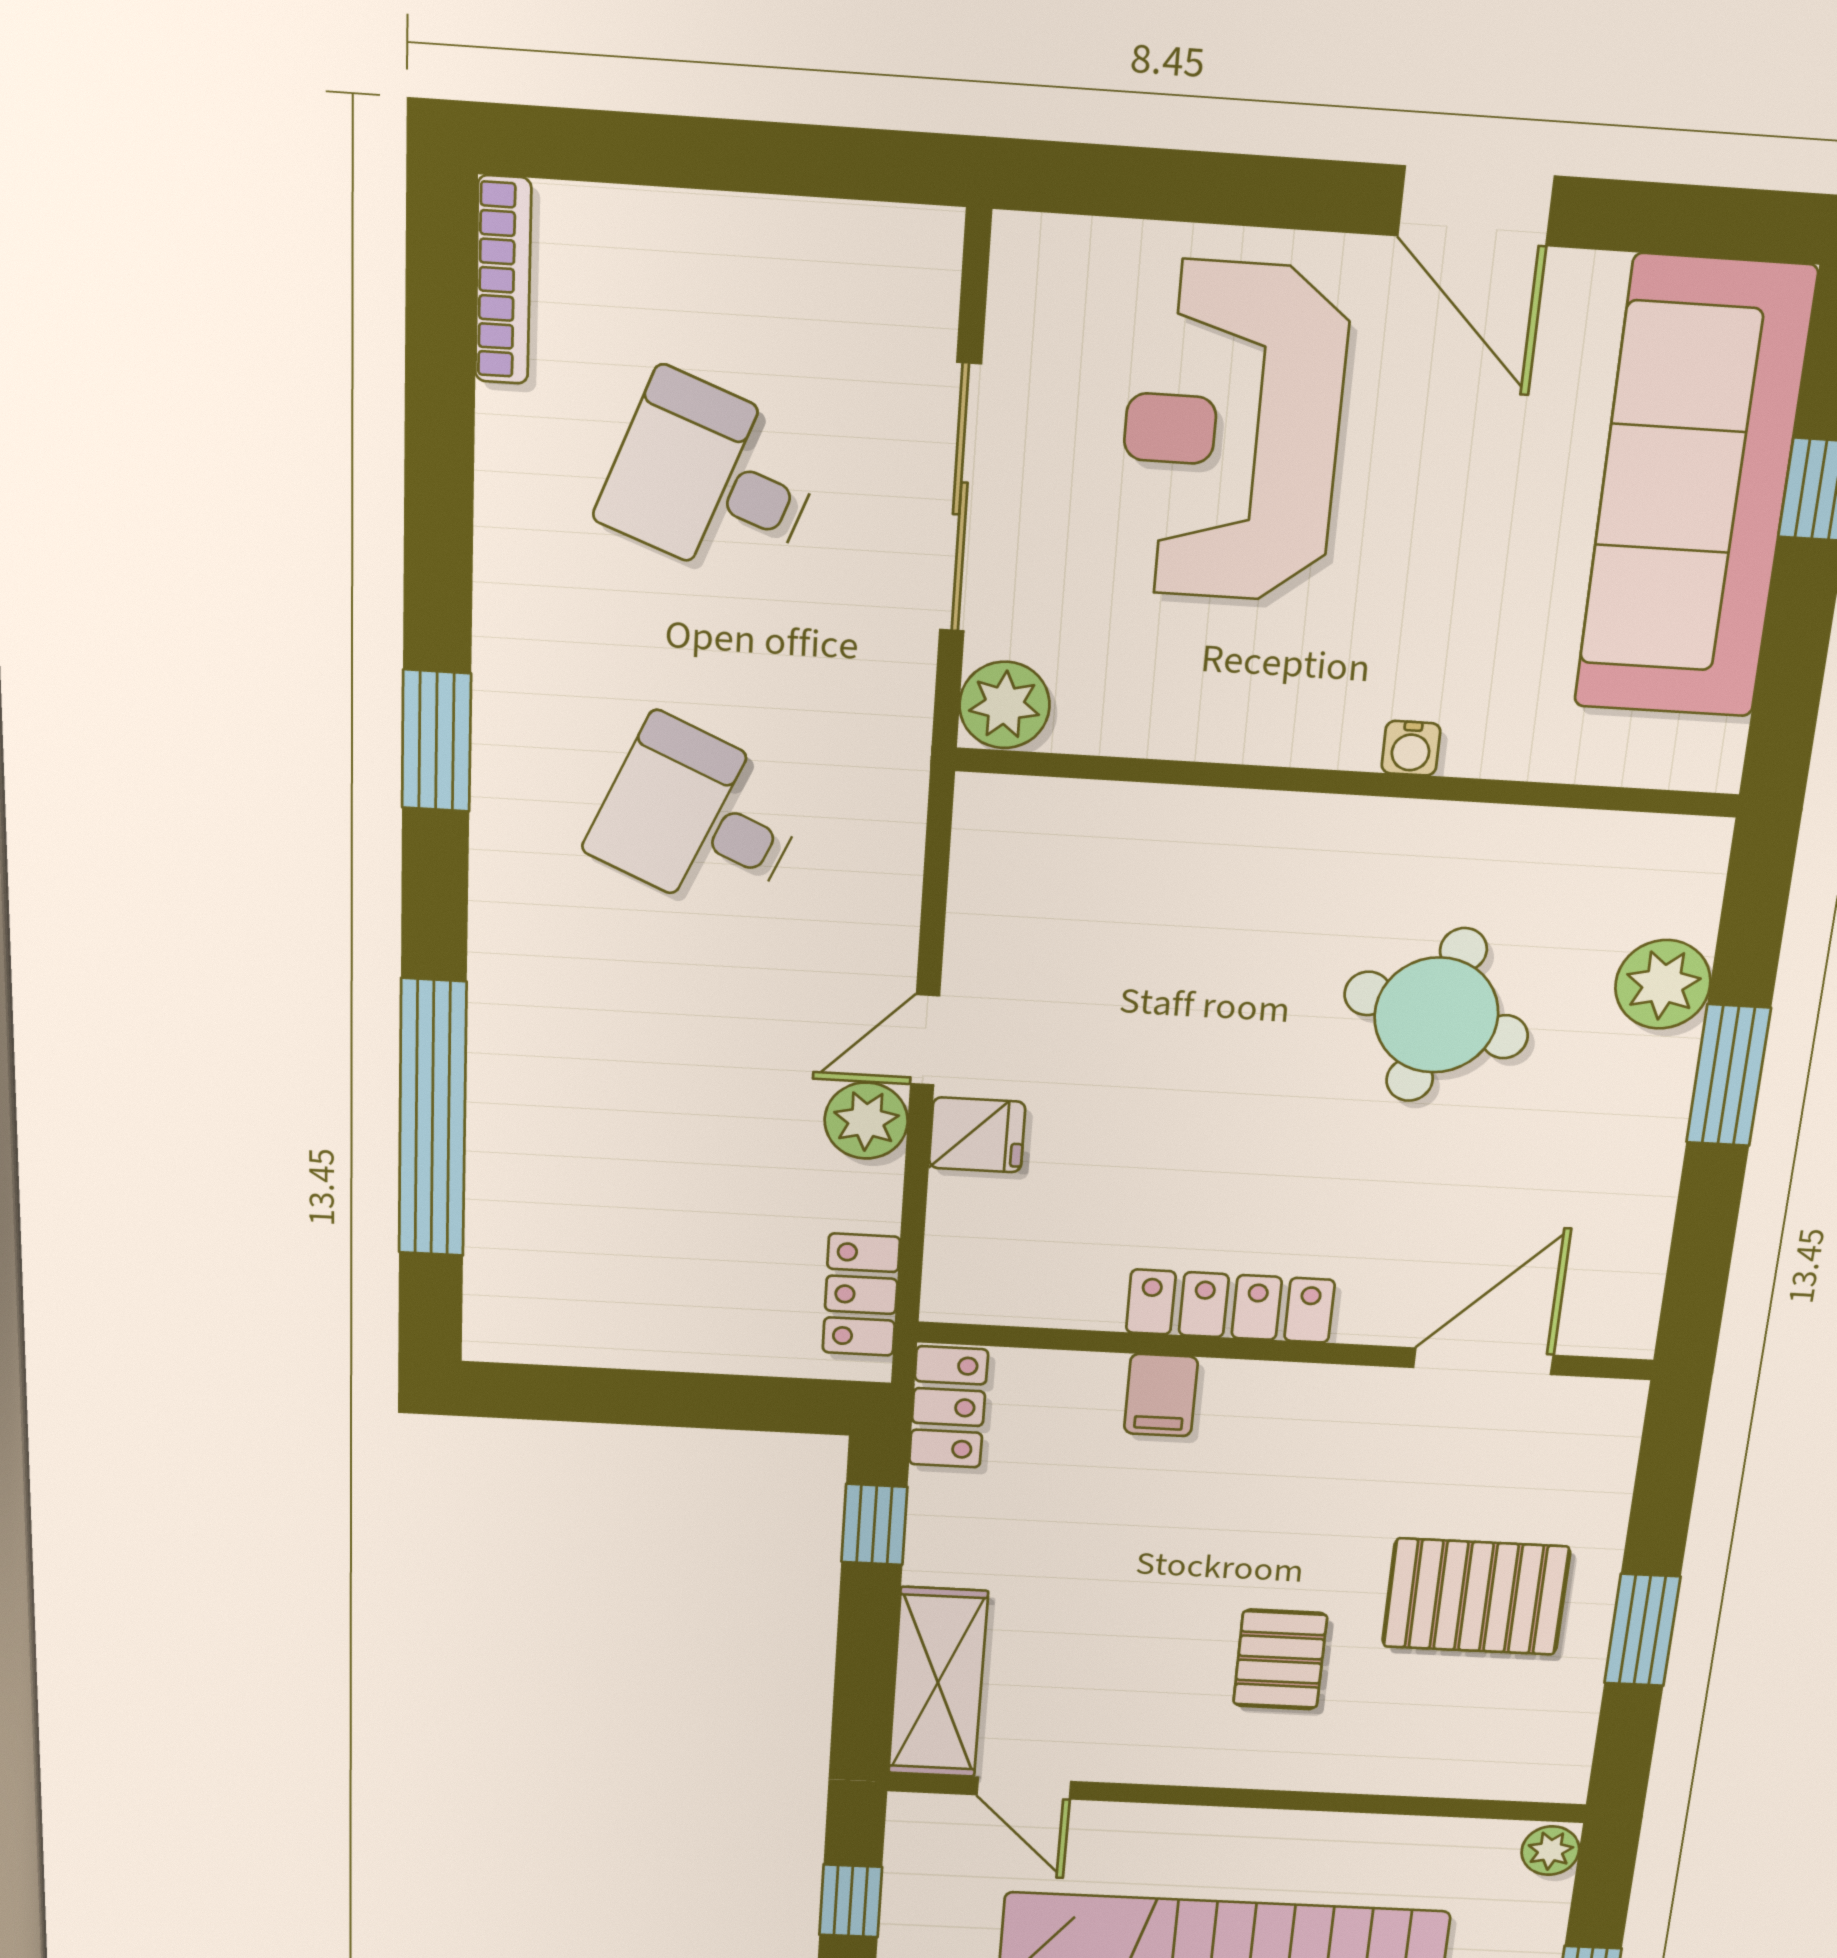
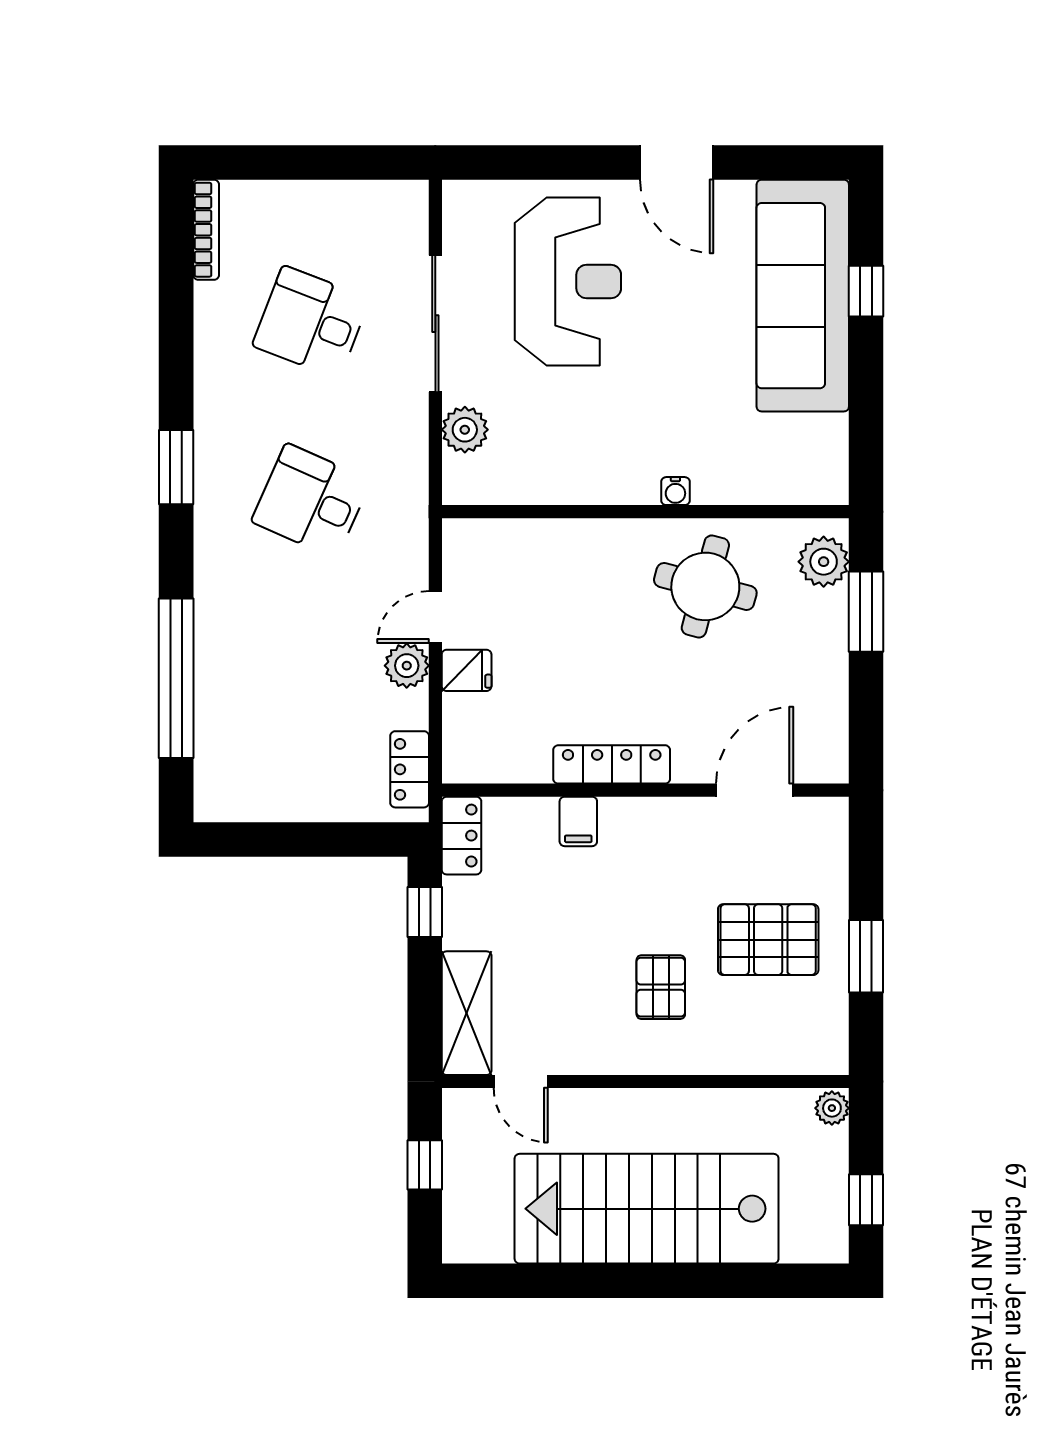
reception desk: (1232, 432) -> (568, 282), turned 180
water cooler: (1411, 748) -> (675, 491), moved
wall: (1349, 783) -> (645, 512), moved

